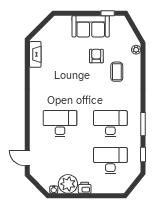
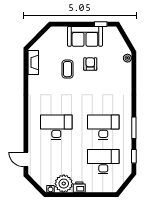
coffee table: (117, 72) -> (68, 69), moved

